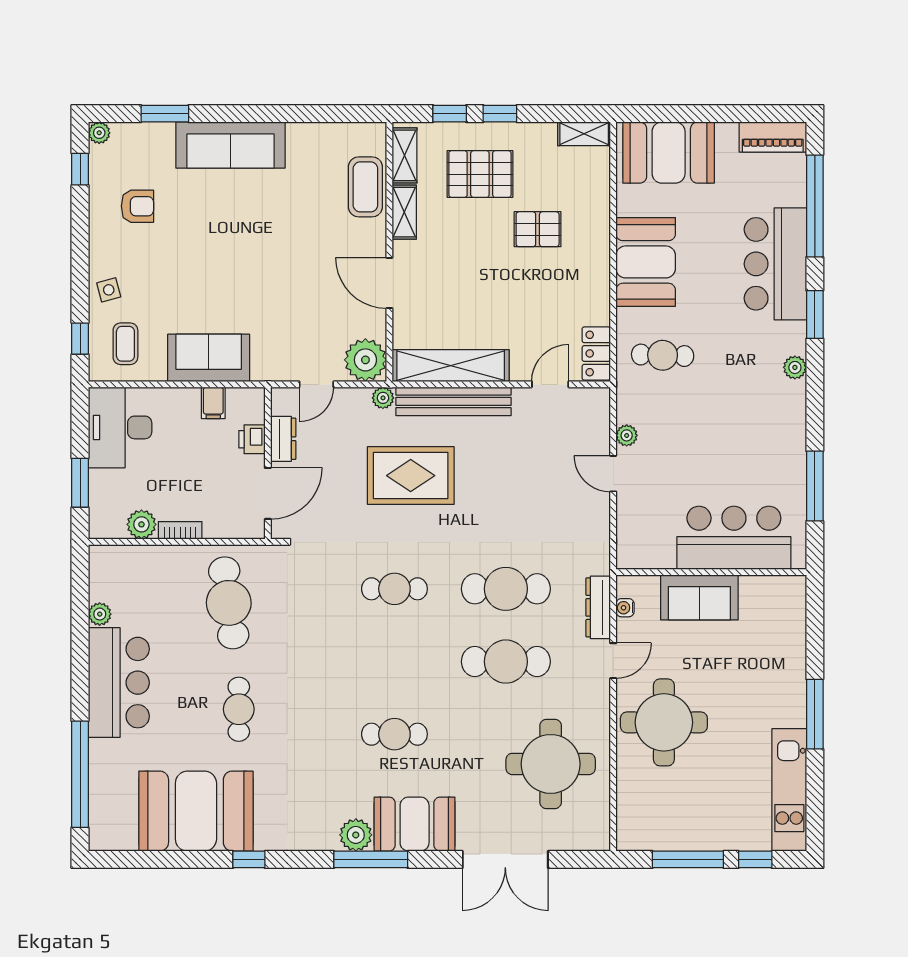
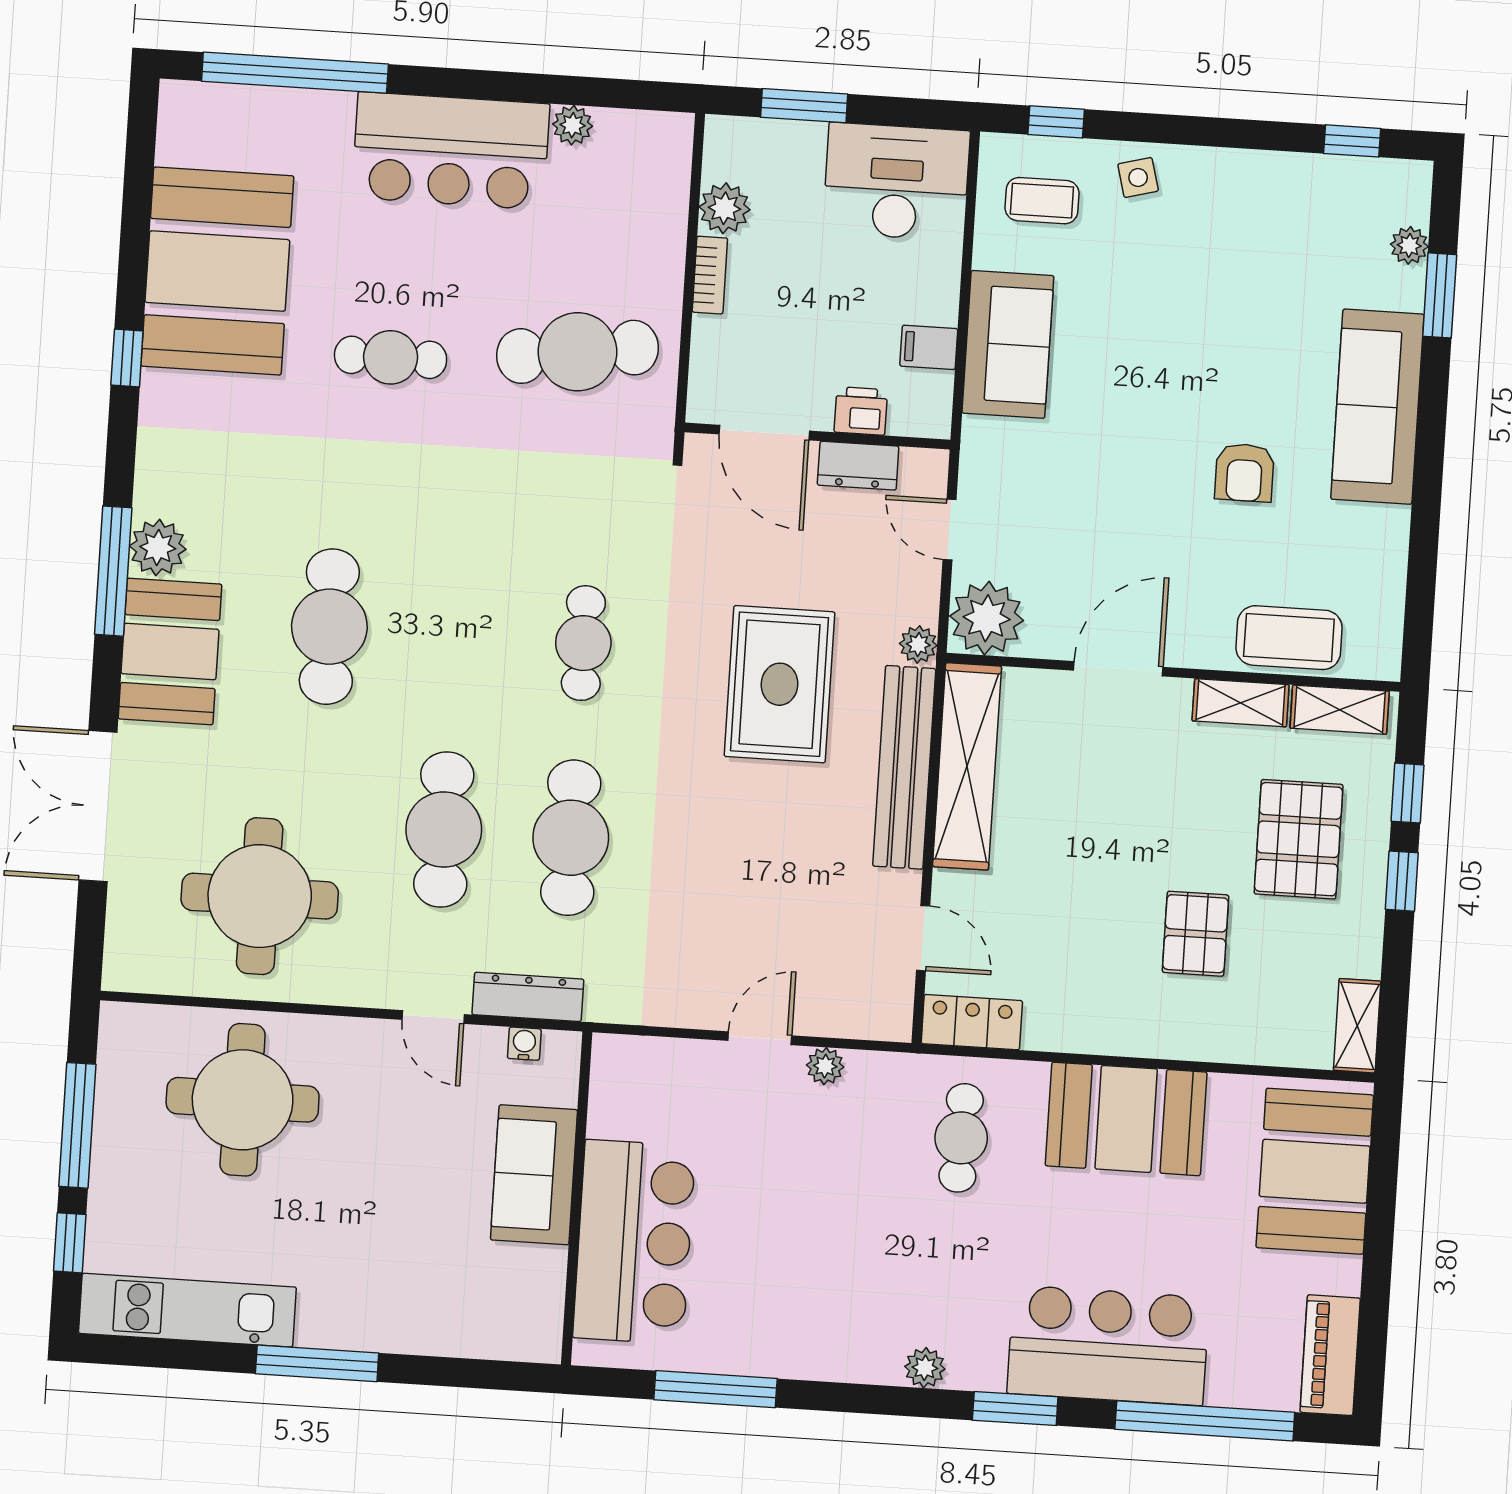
plant: (99, 133) -> (1409, 245), moved
armchair: (137, 206) -> (1244, 473), moved
round table: (664, 722) -> (243, 1100), moved
cafe table: (394, 734) -> (329, 627), width x1.37, depth x1.35

